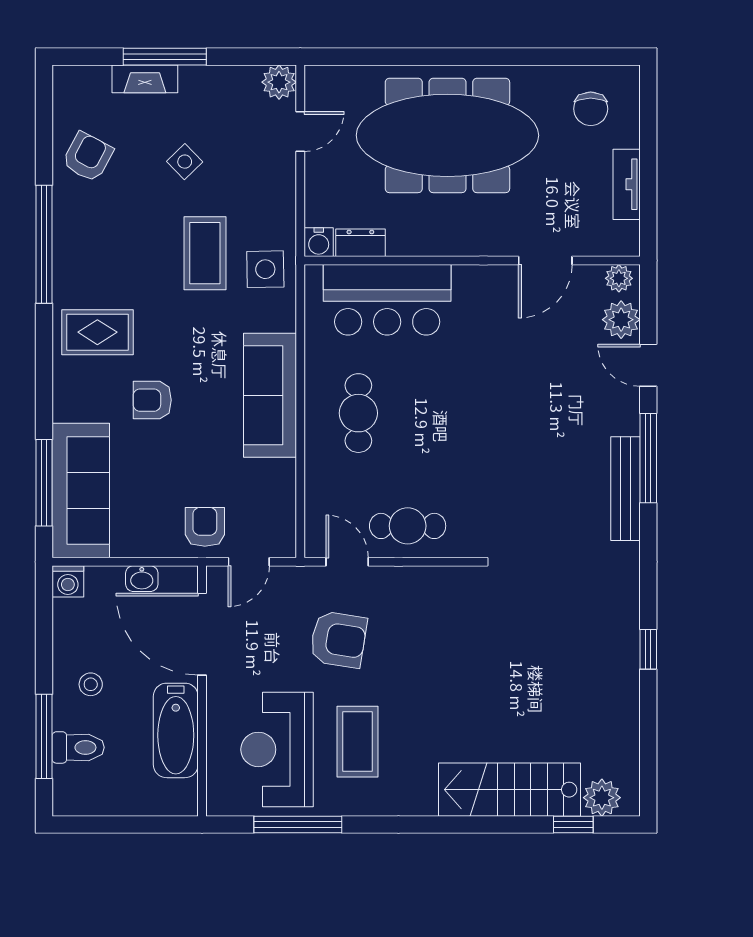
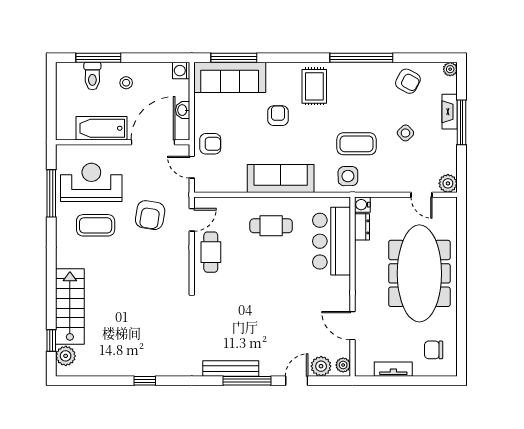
plant: (65, 78) -> (450, 69), added

